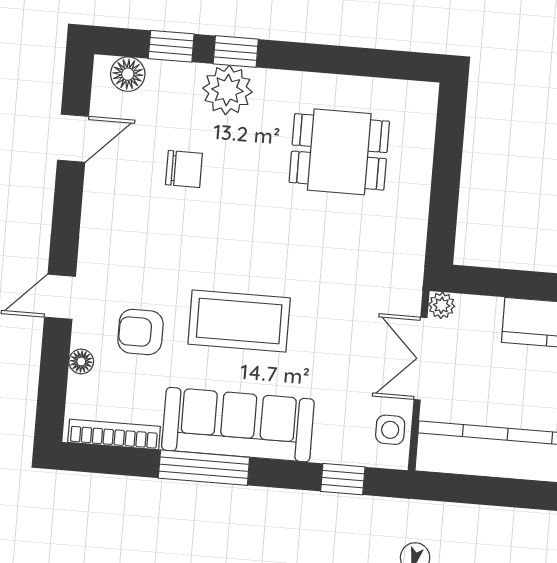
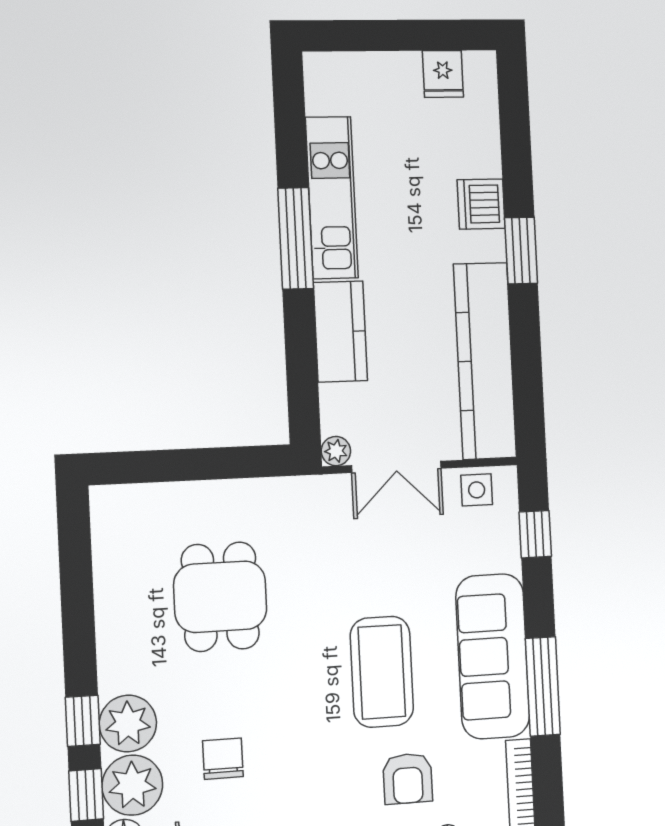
plant: (173, 87) -> (132, 785), added
dining table: (339, 152) -> (220, 597), moved

